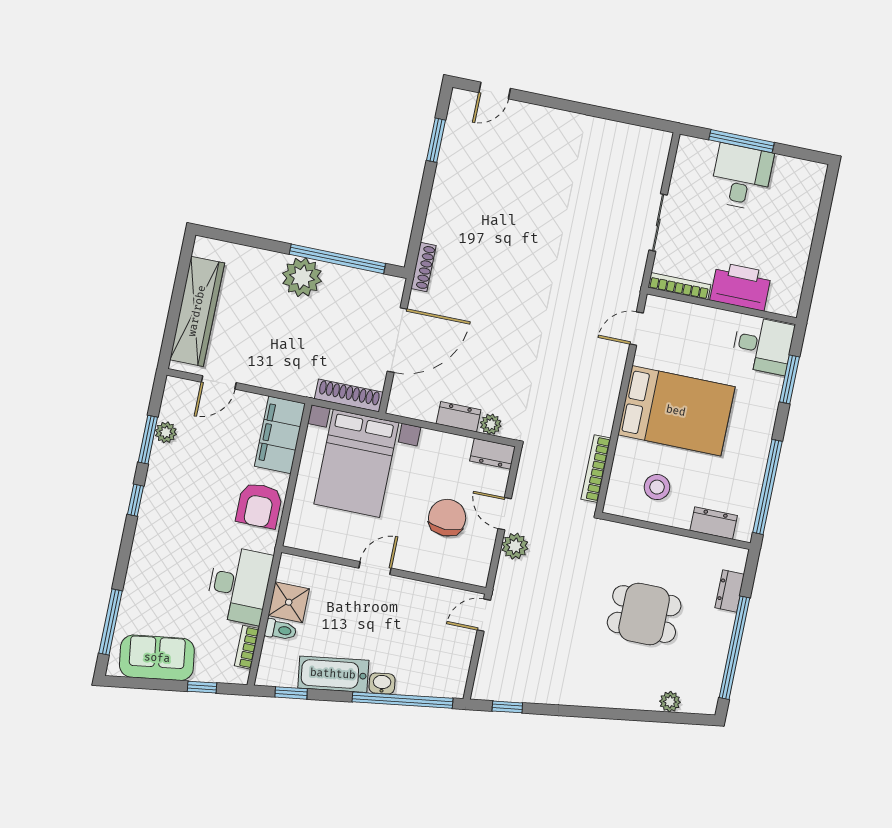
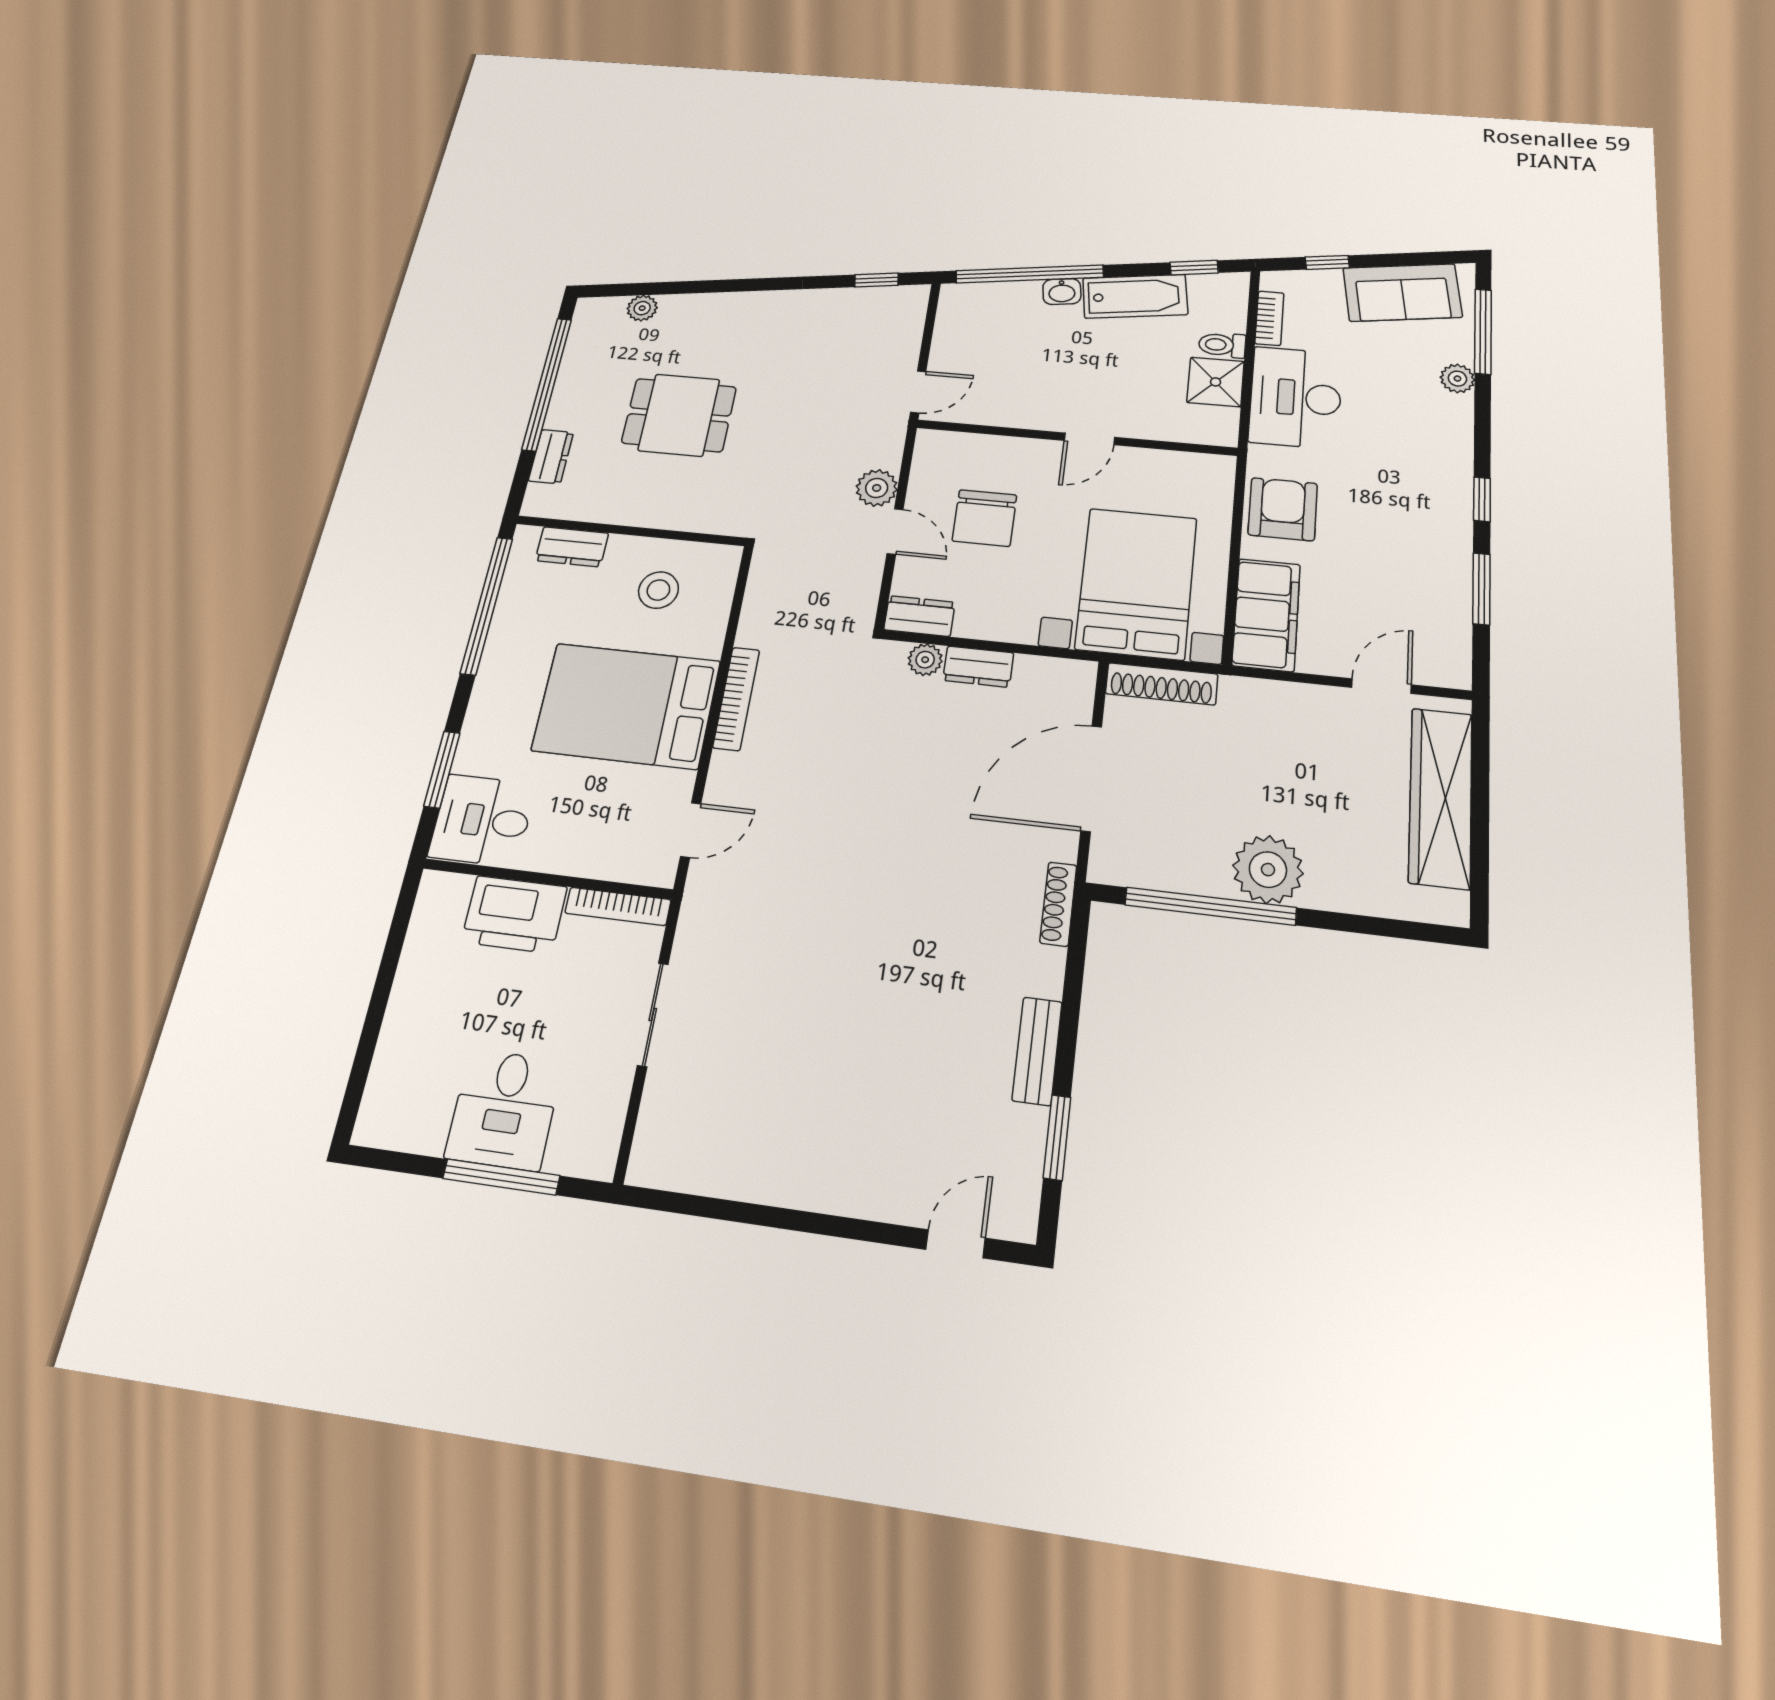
bench: (443, 186) -> (1037, 1051), added
plant: (166, 432) -> (1457, 379), moved
bookcase: (596, 469) -> (736, 699), moved

